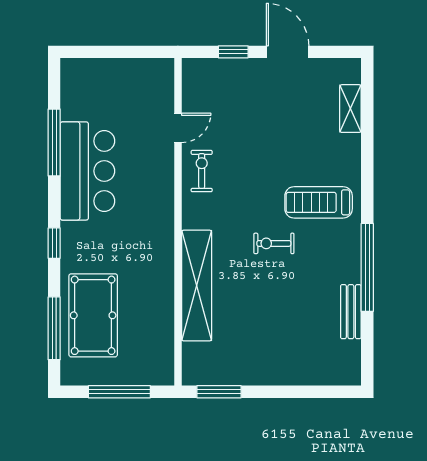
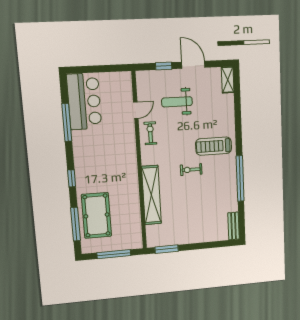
shelving: (350, 109) -> (228, 80), moved
weight bench: (254, 117) -> (177, 102), added
bar counter: (87, 171) -> (84, 101), moved
bench: (351, 312) -> (233, 226), moved

